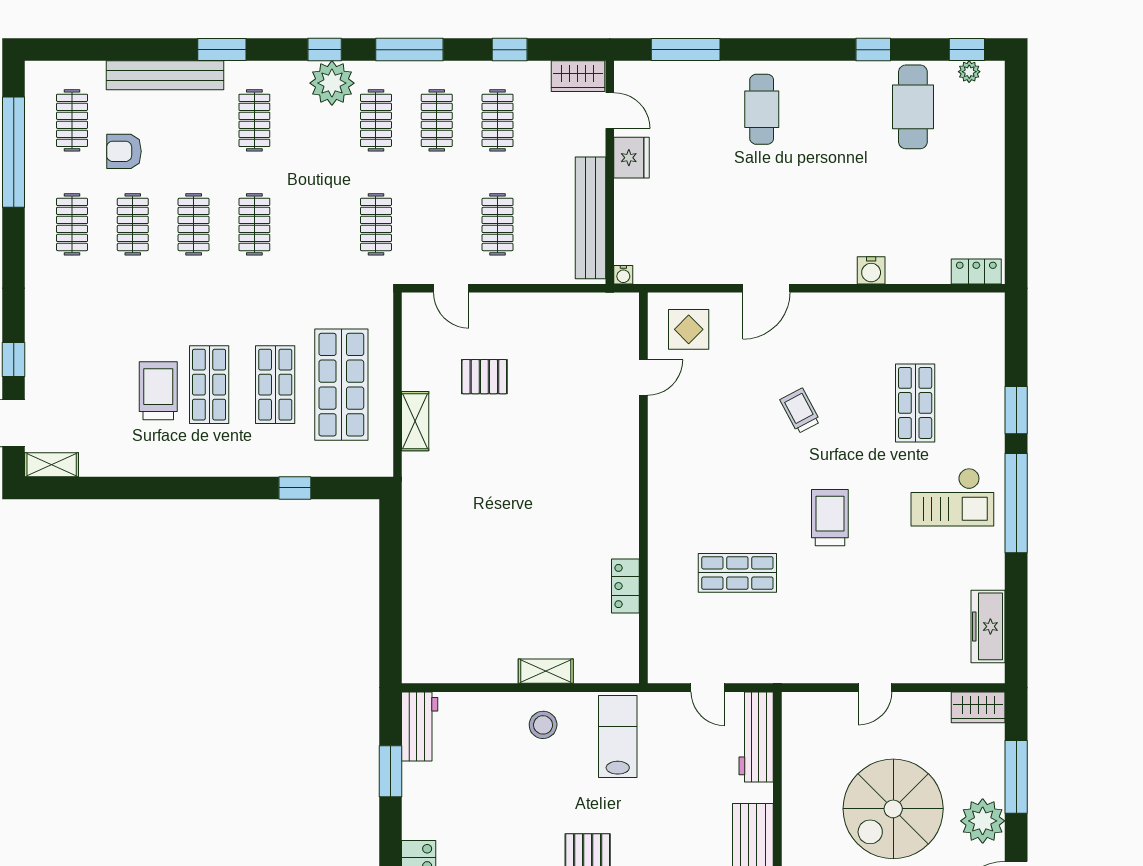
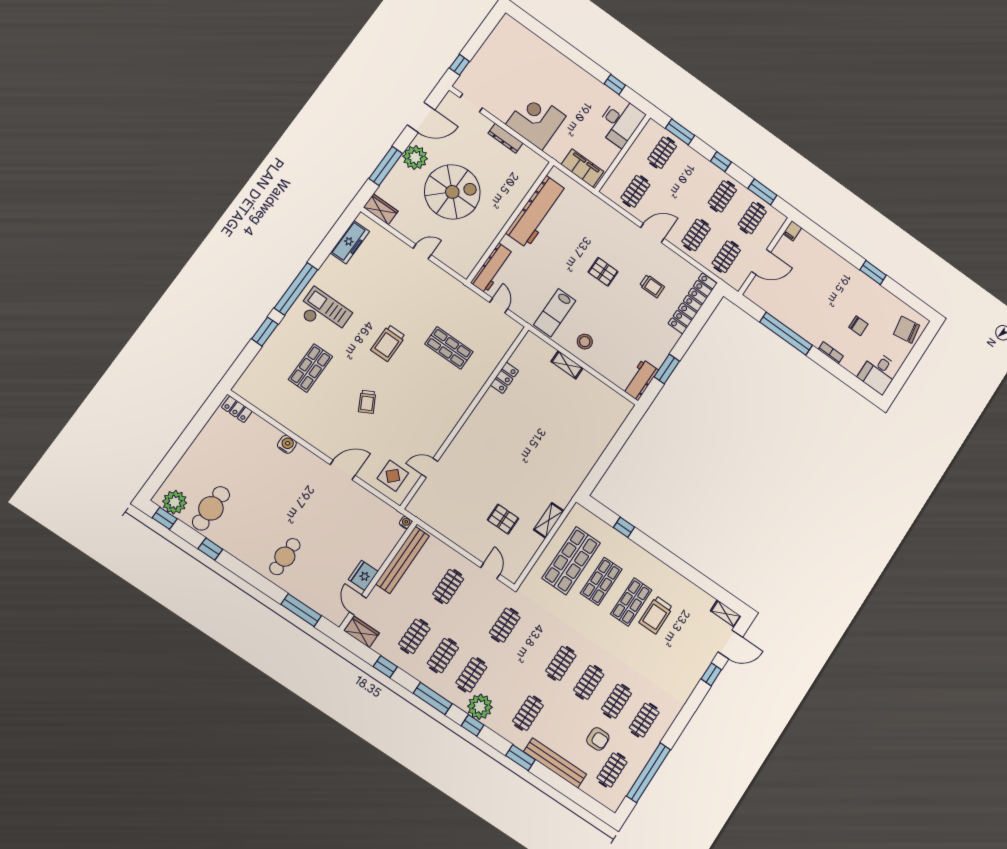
plant: (969, 72) -> (175, 502), width x1.88, depth x1.88

